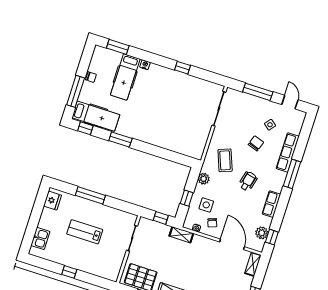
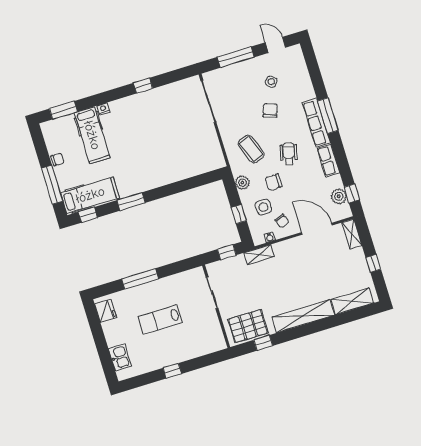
row of seats: (288, 152) -> (316, 123), moved
chair: (225, 193) -> (274, 182), added

